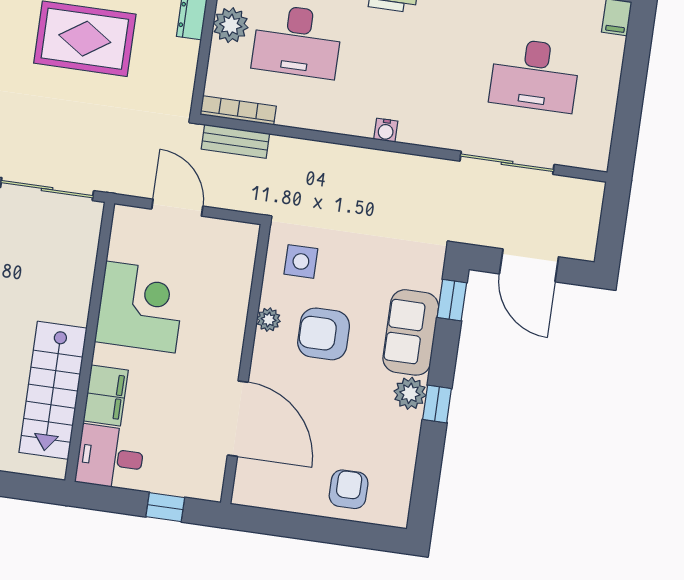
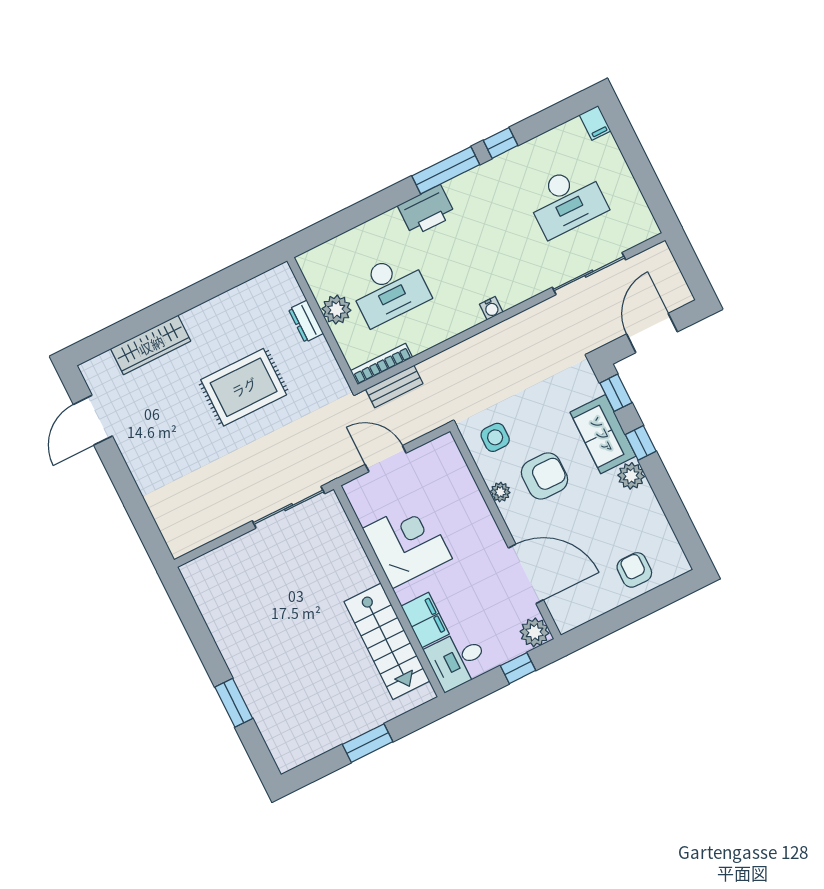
door: (529, 265) -> (652, 333), swing flipped
armchair: (324, 334) -> (544, 476), turned 180
window: (437, 404) -> (641, 443), moved
plant: (206, 483) -> (535, 632), added

